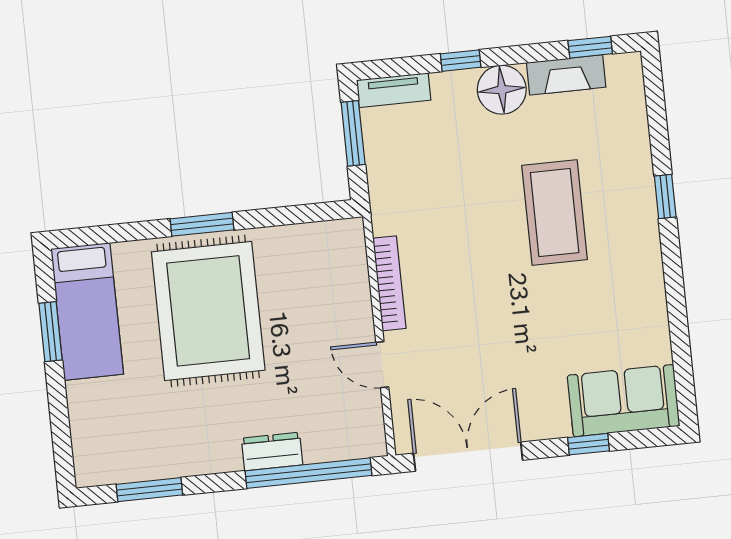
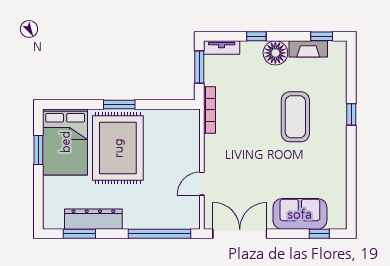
bookcase: (389, 283) -> (210, 110), moved
bed: (87, 311) -> (65, 142), width x1.50
door: (382, 365) -> (202, 184), hinge flipped
sofa: (624, 401) -> (300, 214), moved
window: (589, 444) -> (319, 234), moved
dresser: (272, 452) -> (93, 219), moved, width x1.96, depth x1.24

